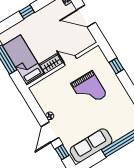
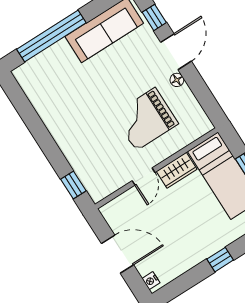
door: (70, 60) -> (143, 177), hinge flipped
window: (116, 66) -> (73, 185), moved
grand piano: (89, 89) -> (146, 119), moved, turned -90

